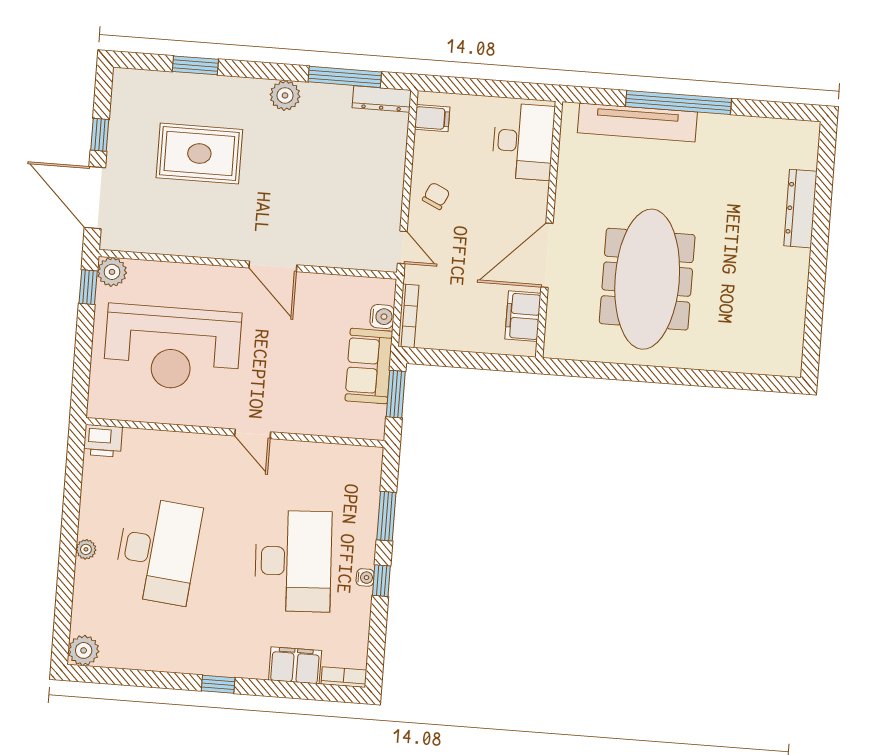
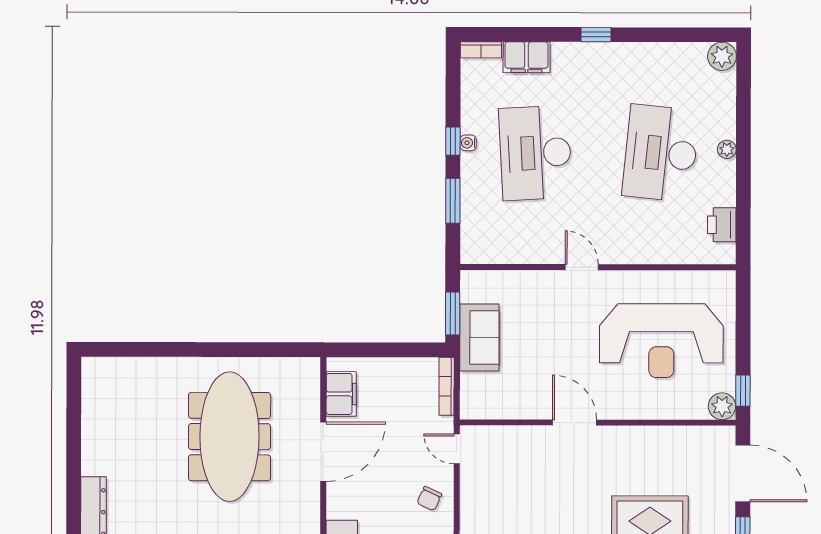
water cooler: (382, 316) -> (471, 384), removed
reception desk: (172, 348) -> (661, 341), turned 180
printer: (103, 441) -> (722, 225), moved, turned -90

